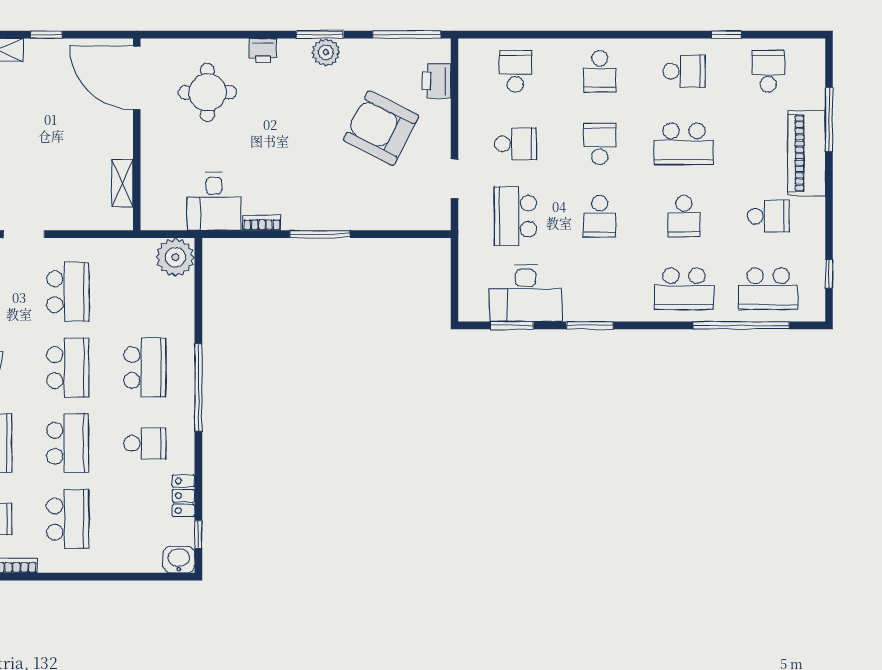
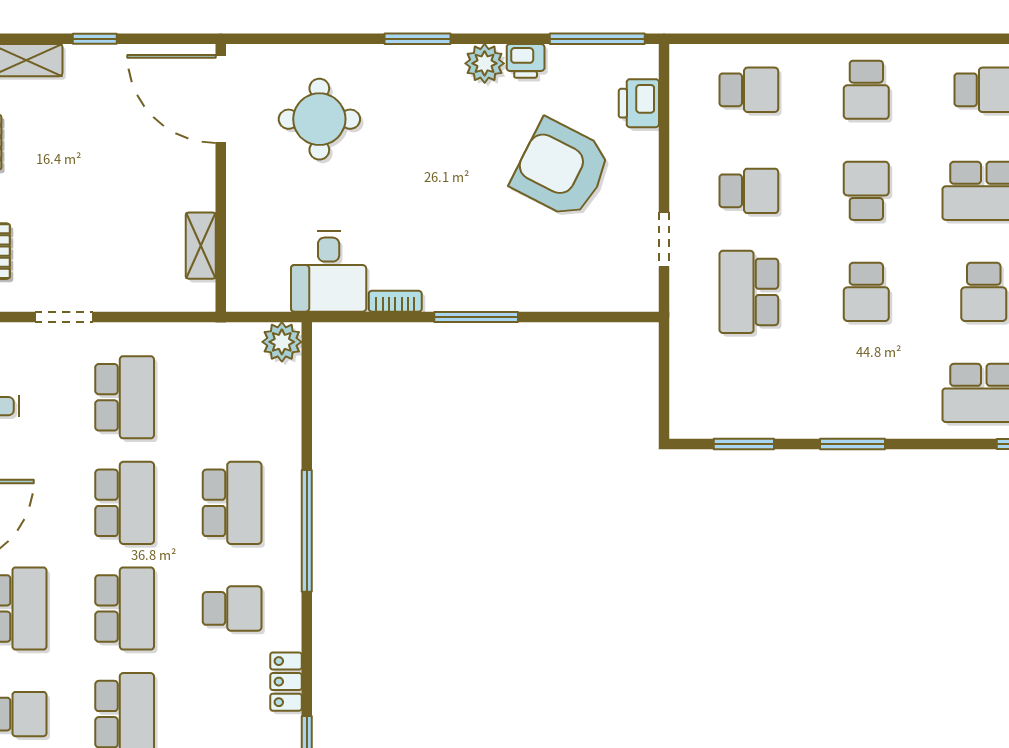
window: (320, 35) -> (417, 39), moved
printer: (263, 51) -> (526, 61), moved
school desk: (515, 71) -> (749, 90), turned 90
plant: (175, 257) -> (282, 342), width x0.73, depth x0.73
desk: (526, 293) -> (763, 399), removed

